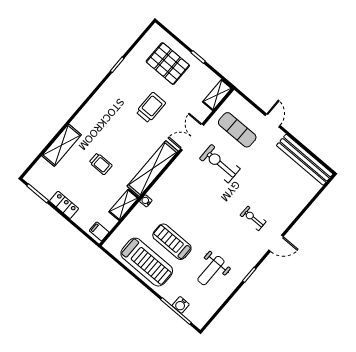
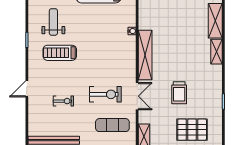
trolley: (101, 164) -> (180, 30), removed
shelving: (124, 205) -> (217, 52), moved
exercise bike: (253, 218) -> (63, 101), moved
treadmill: (172, 242) -> (60, 53), moved, turned 180
door: (276, 243) -> (27, 89), moved

